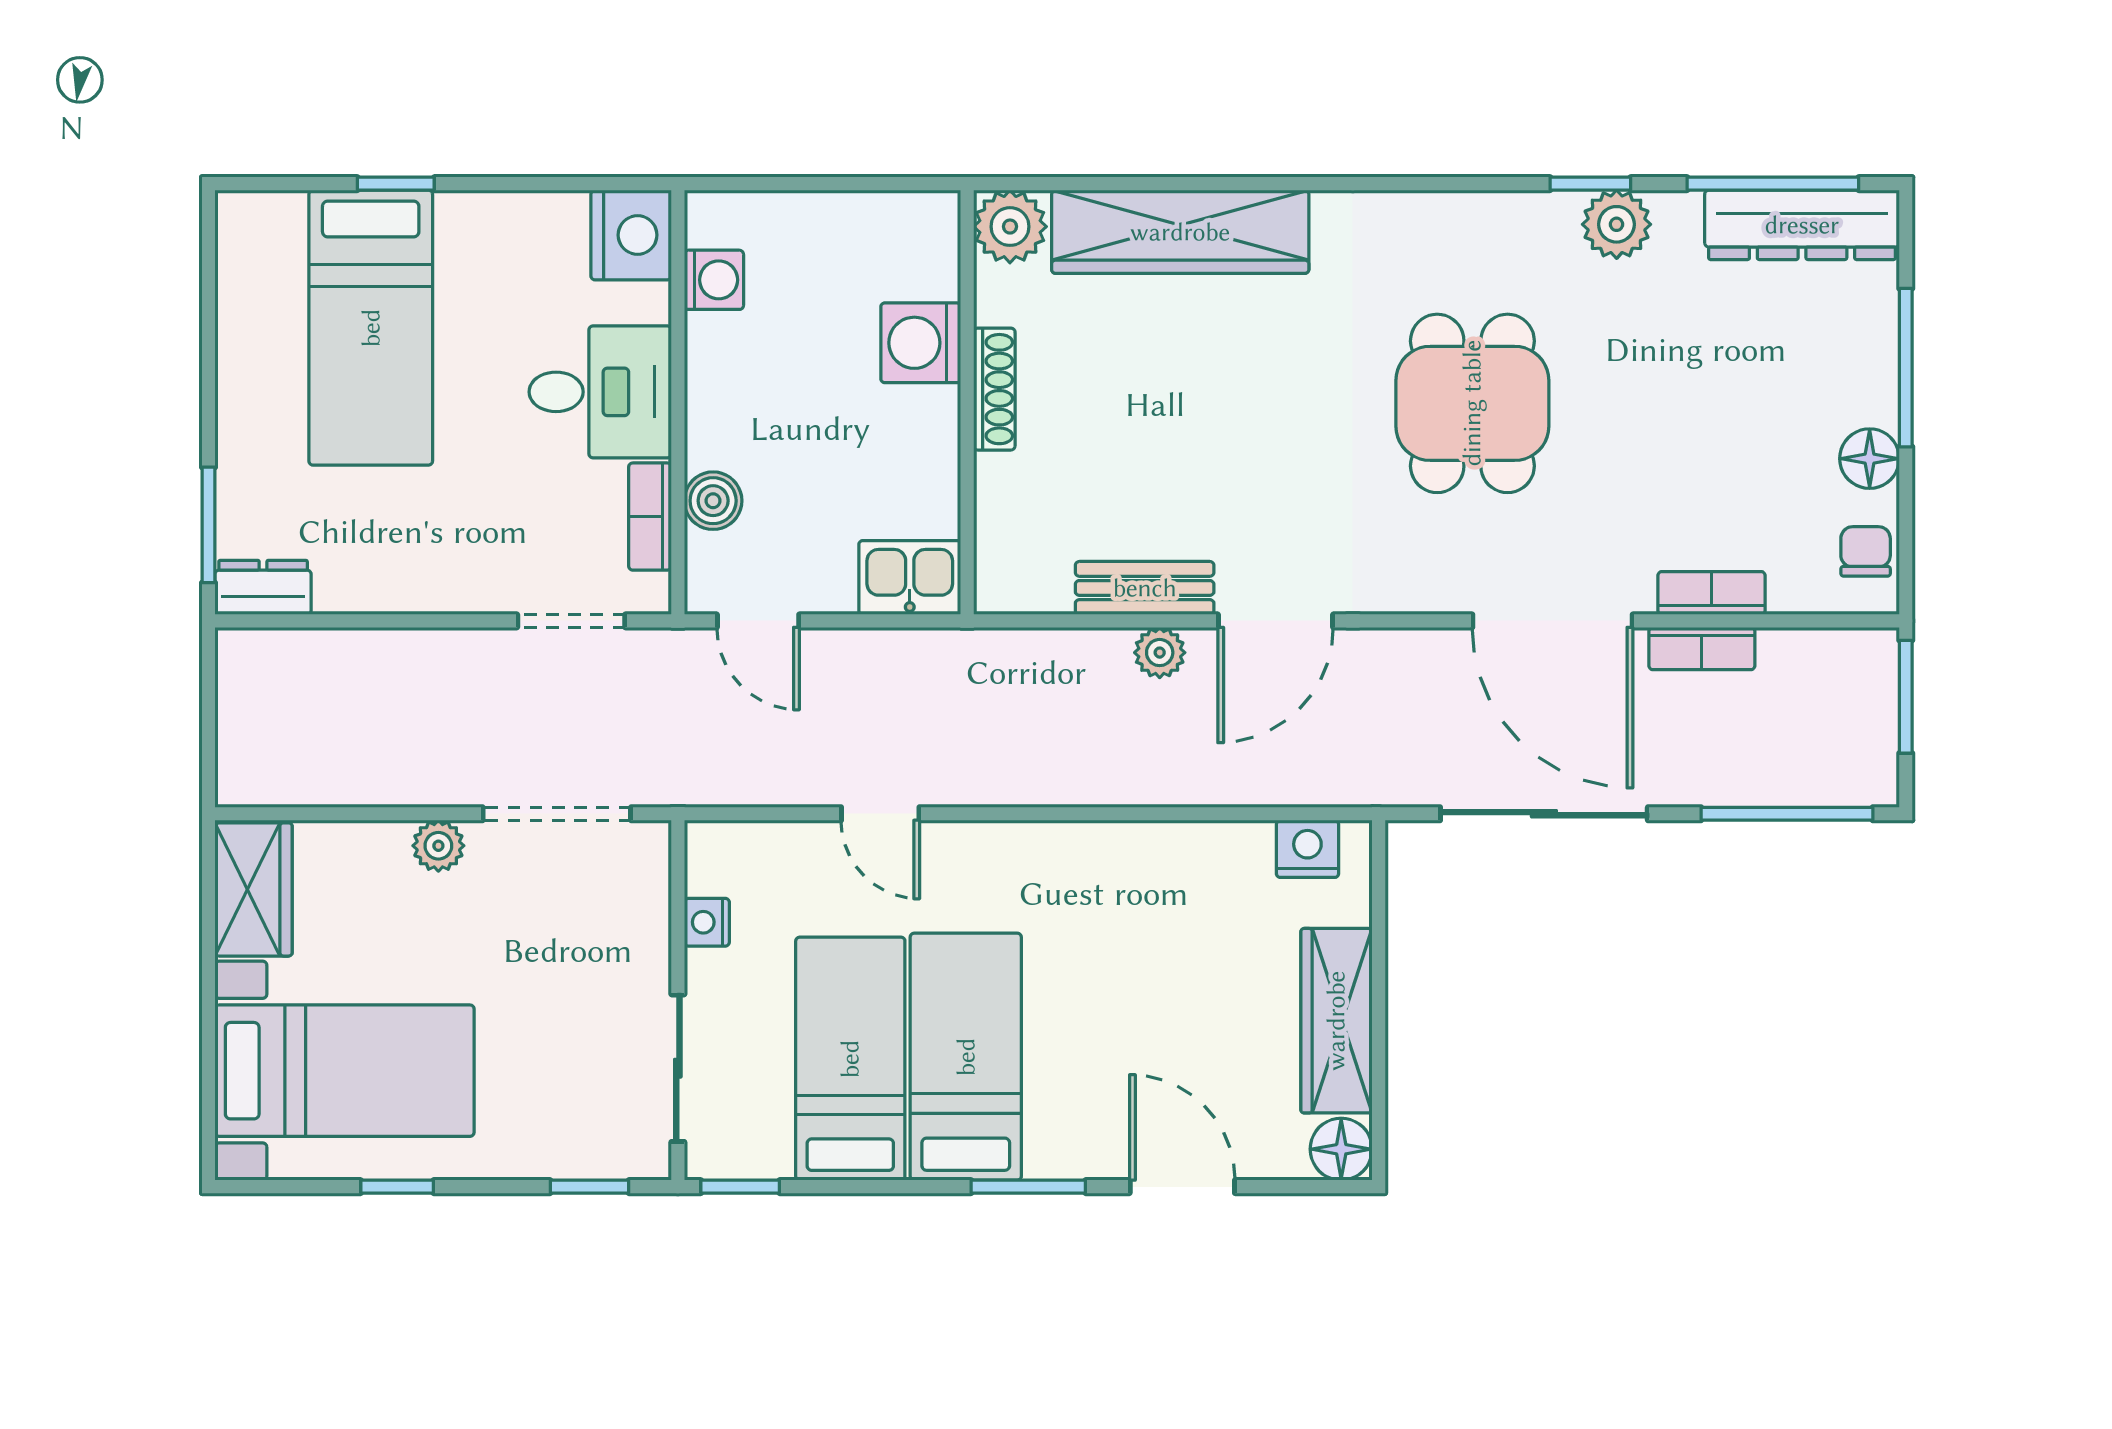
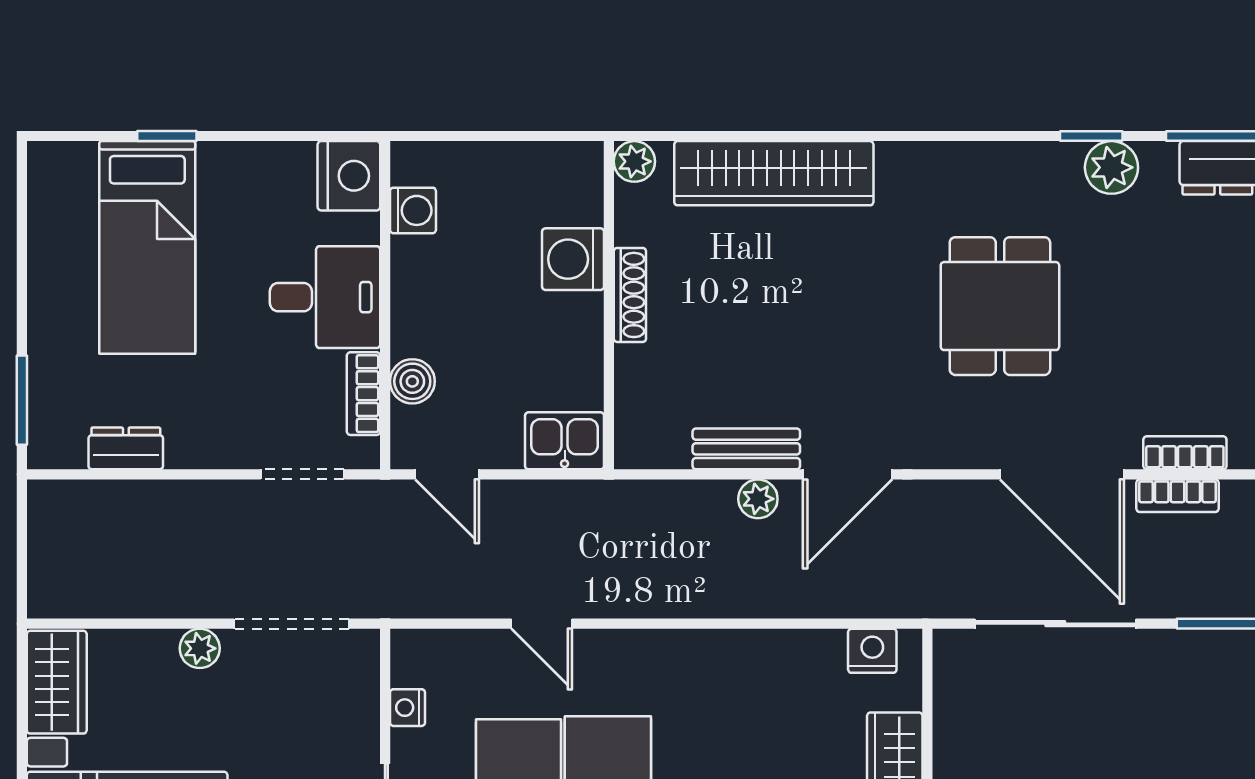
plant: (1010, 227) -> (634, 161), width x0.73, depth x0.73
dresser: (263, 587) -> (126, 448), moved

